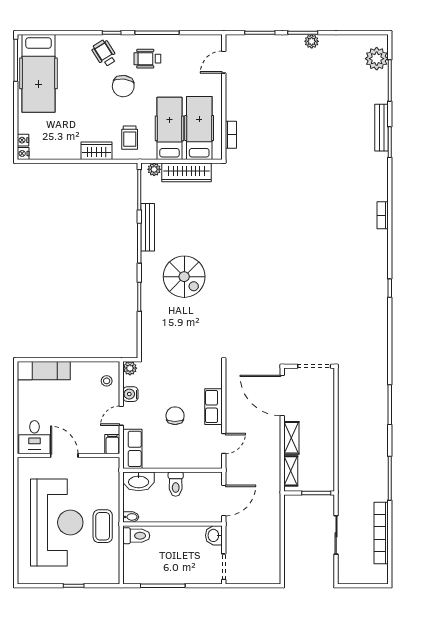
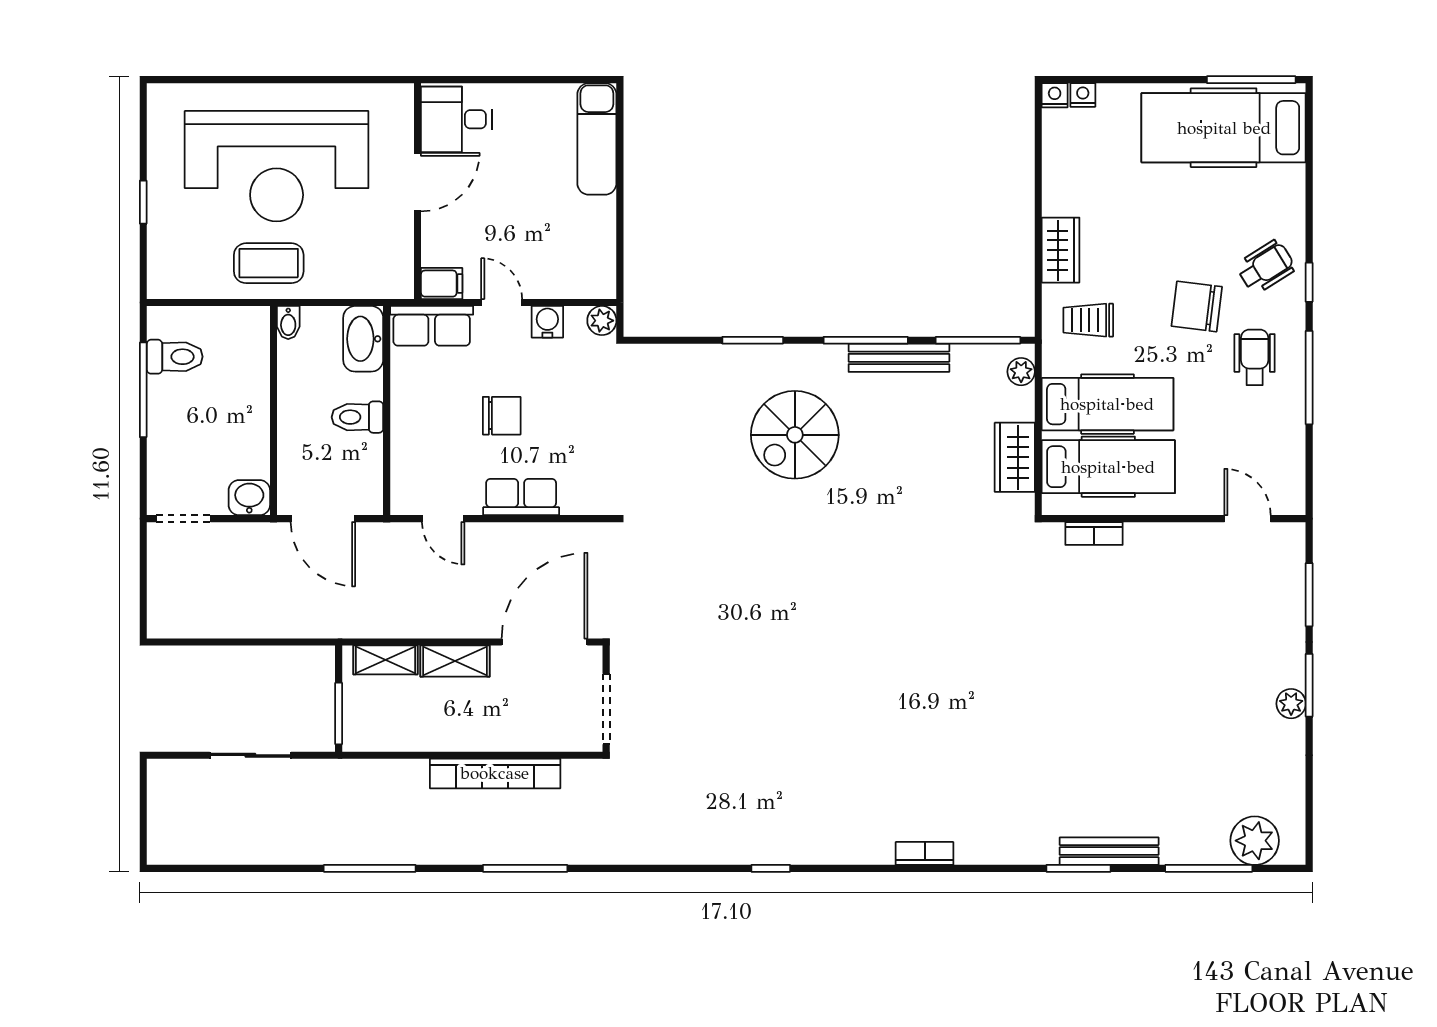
wardrobe: (187, 172) -> (1015, 457), width x0.67
stool: (107, 381) -> (575, 271), removed
bookcase: (381, 533) -> (495, 773), moved, turned 180
toilet: (136, 536) -> (175, 357), moved, turned -90

